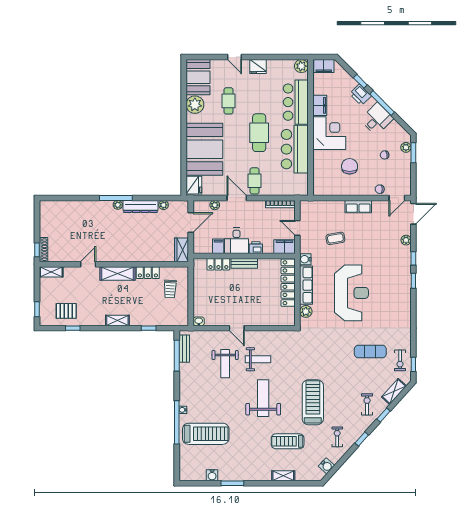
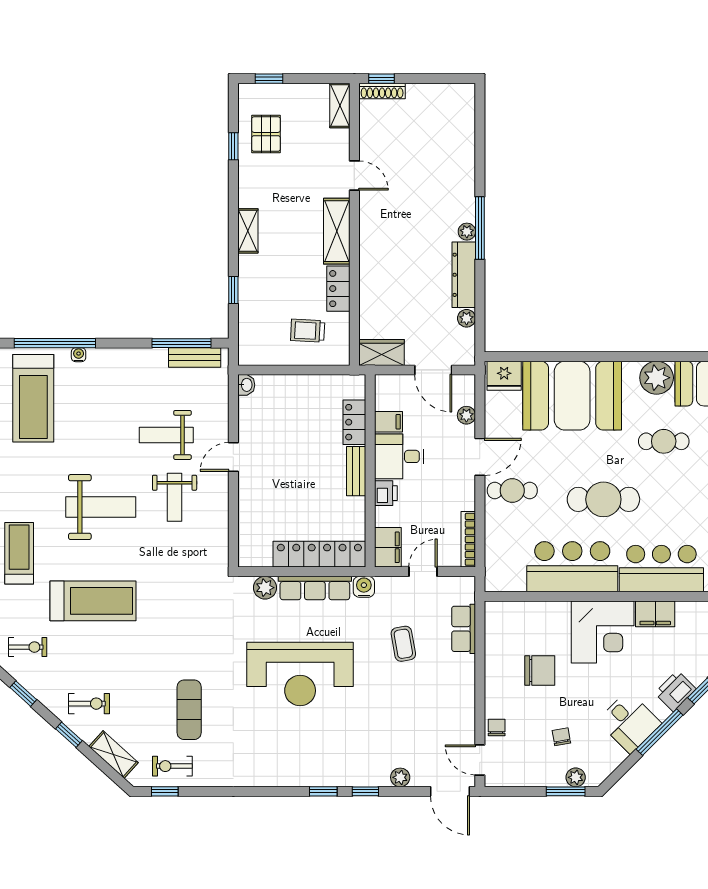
row of seats: (358, 207) -> (464, 629), moved

